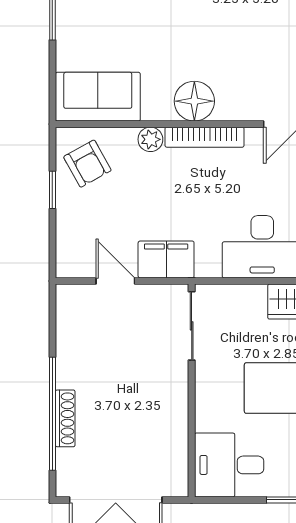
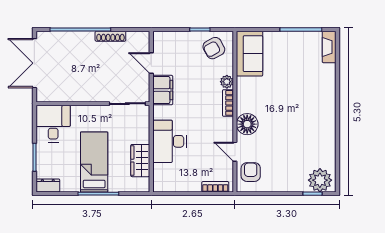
floor lamp: (194, 101) -> (247, 124), moved
bookcase: (205, 137) -> (228, 103), width x0.64
door: (115, 281) -> (151, 63), swing flipped
shoe rack: (65, 418) -> (110, 36), moved

